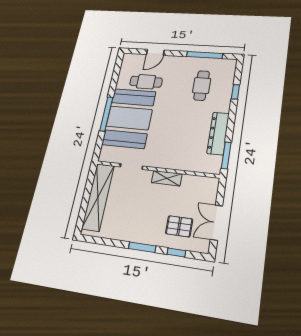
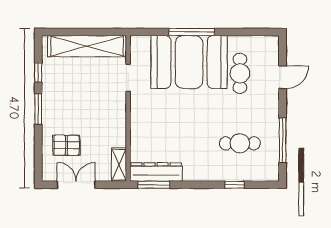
door: (155, 52) -> (283, 77), swing flipped
dresser: (218, 133) -> (156, 172), moved
shelving: (167, 178) -> (119, 165), moved
pallet: (179, 226) -> (66, 145), turned 90
window: (176, 252) -> (38, 73), moved

